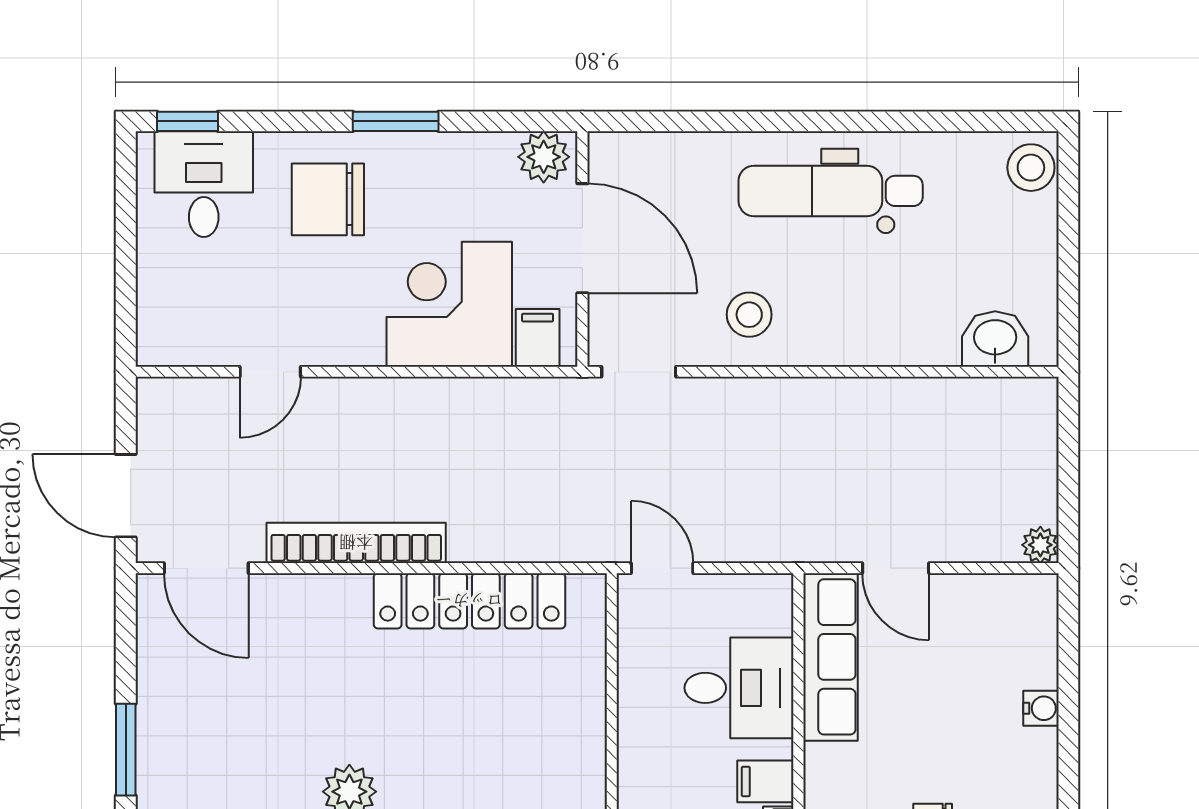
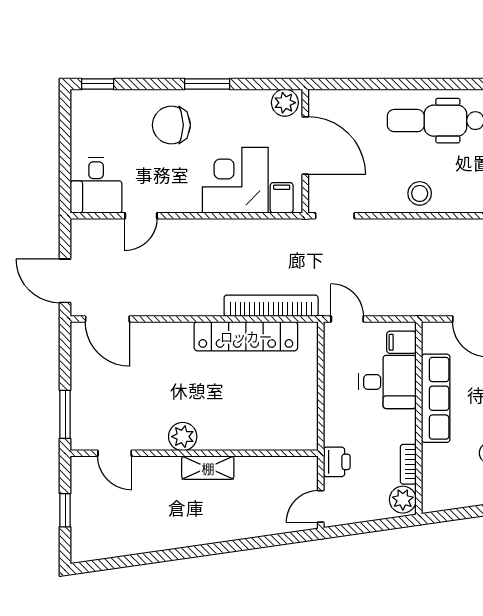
desk: (204, 184) -> (96, 185), moved, turned 180
stool: (749, 315) -> (420, 193), moved
bookcase: (356, 543) -> (271, 306), moved
row of seats: (830, 657) -> (436, 398), moved
filing cabinet: (765, 781) -> (401, 342), moved

